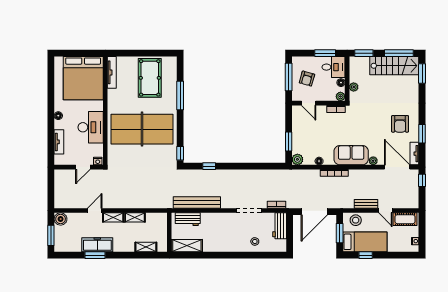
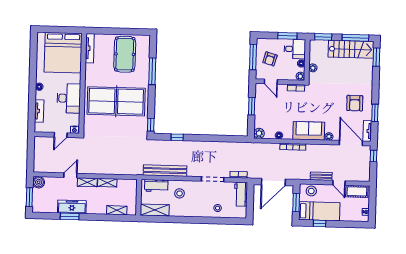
window: (289, 141) -> (252, 106), moved
stool: (213, 227) -> (179, 193), added

